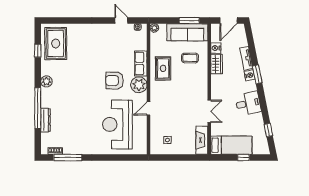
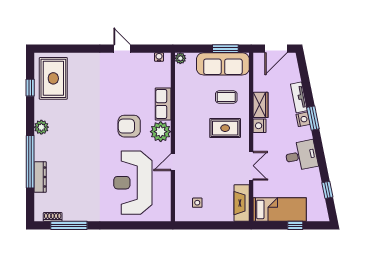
door: (121, 21) -> (122, 49), moved
nightstand: (216, 48) -> (260, 126), moved
rug: (163, 68) -> (225, 128), moved, turned 90

